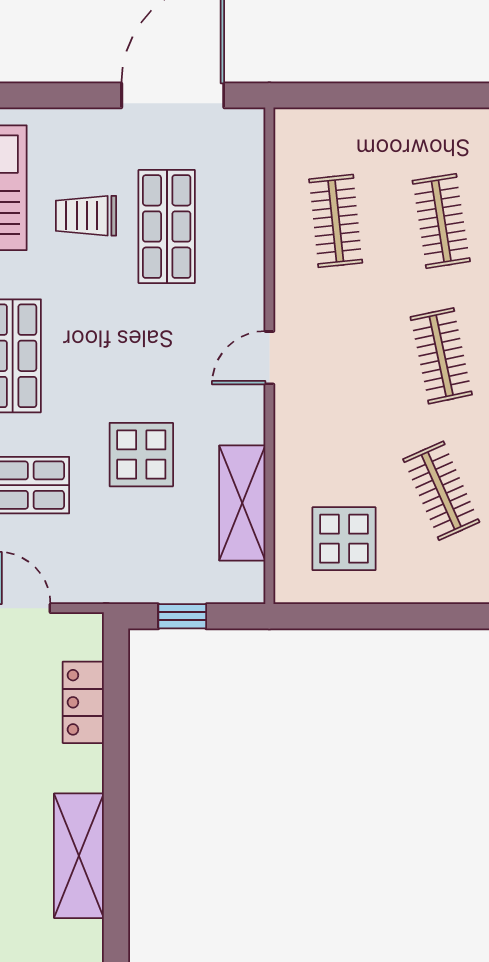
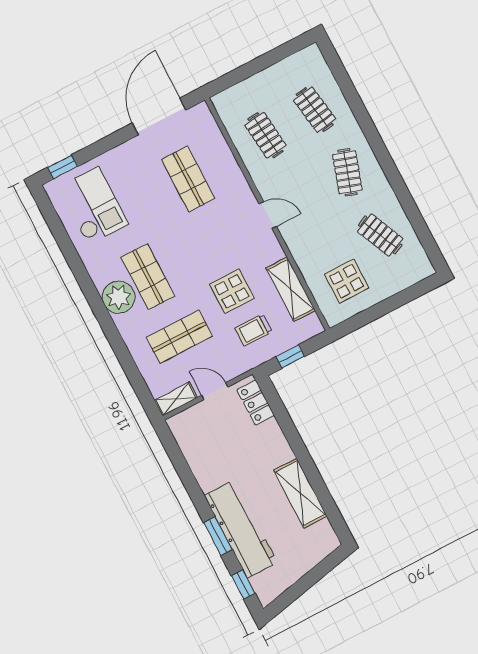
trolley: (86, 216) -> (253, 330), moved
clothes rail: (441, 356) -> (347, 172), turned 30
door: (269, 358) -> (268, 215), swing flipped
locker: (83, 702) -> (256, 403), moved

